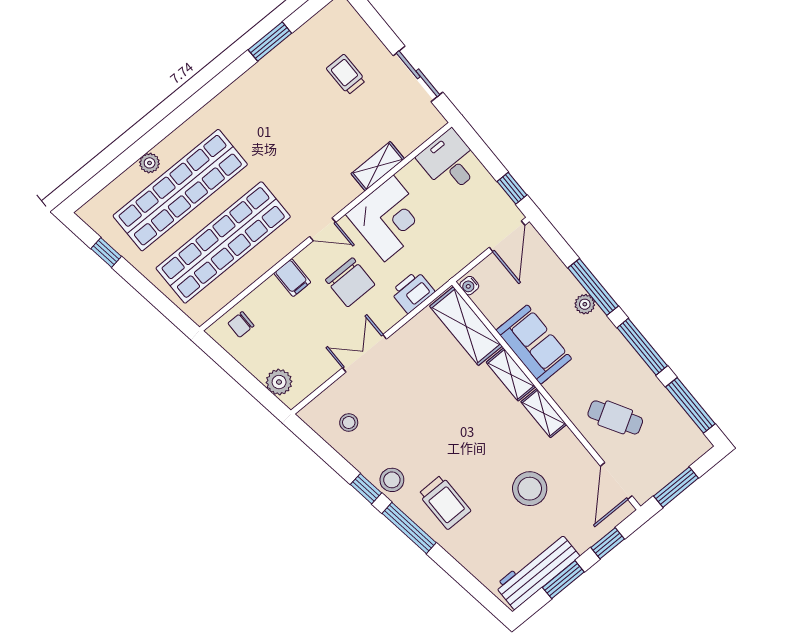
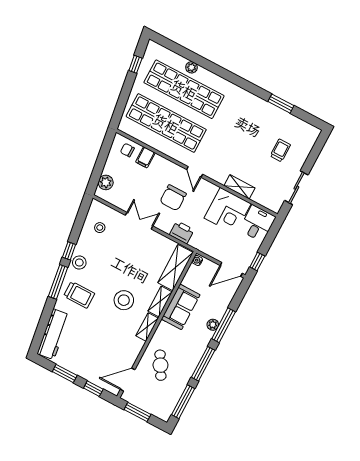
corner desk: (389, 218) -> (228, 211), moved
filing cabinet: (292, 278) -> (145, 157), moved
stool: (530, 489) -> (124, 300), moved
trolley: (445, 502) -> (79, 295), turned -90
workbench: (537, 571) -> (53, 334), moved, turned 82

